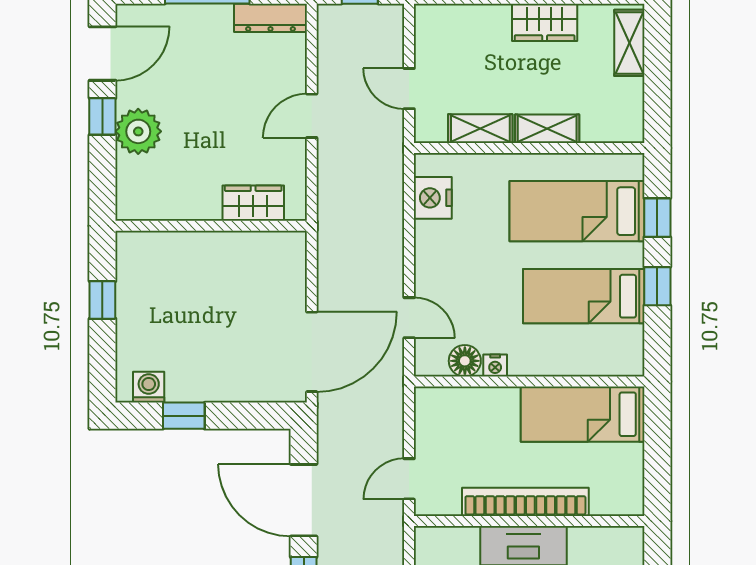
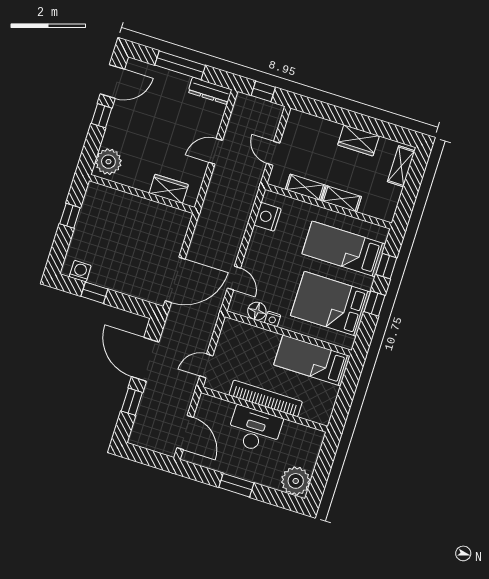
plant: (138, 131) -> (108, 162), moved
bed: (584, 296) -> (330, 304), width x1.50

